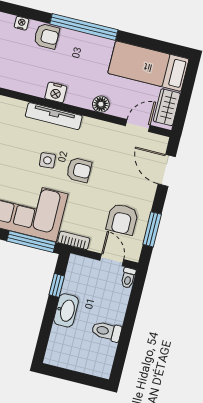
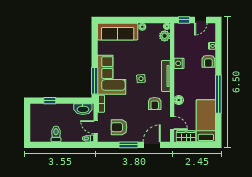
window: (84, 27) -> (218, 94), moved
nightstand: (56, 92) -> (179, 63), moved
armchair: (79, 170) -> (155, 103), moved
window: (152, 229) -> (129, 145), moved
door: (112, 260) -> (96, 127), swing flipped
window: (57, 285) -> (50, 101), moved
washbasin: (66, 310) -> (83, 109), moved

